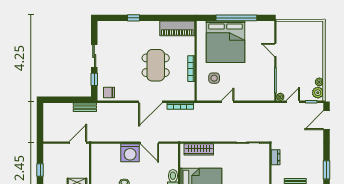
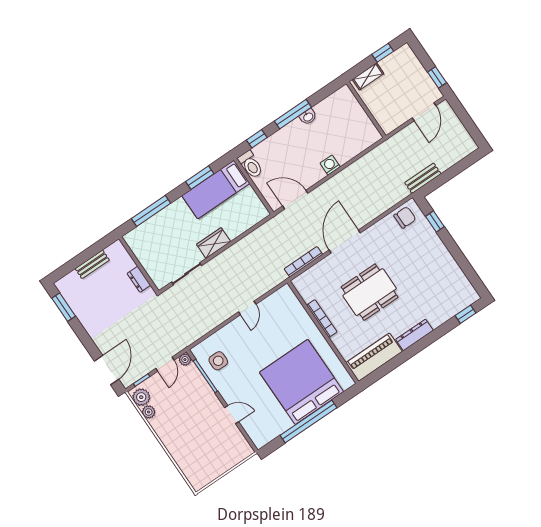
window: (133, 18) -> (466, 314), moved
dresser: (147, 26) -> (414, 335), added
sliding door: (94, 56) -> (455, 251), removed
dining table: (156, 65) -> (370, 292), turned 90
side table: (214, 78) -> (218, 361), moved
door: (78, 143) -> (424, 112), moved
door: (149, 143) -> (295, 200), moved
wardrobe: (199, 149) -> (214, 243), moved, width x0.67
washing machine: (130, 153) -> (330, 165), width x0.53, depth x0.53
window: (40, 170) -> (437, 77), moved

